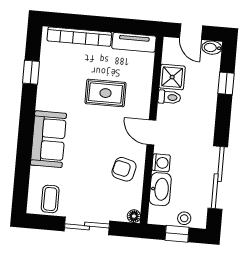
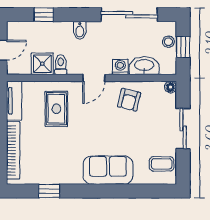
bidet: (212, 48) -> (80, 30), moved
rug: (106, 93) -> (56, 109), moved

